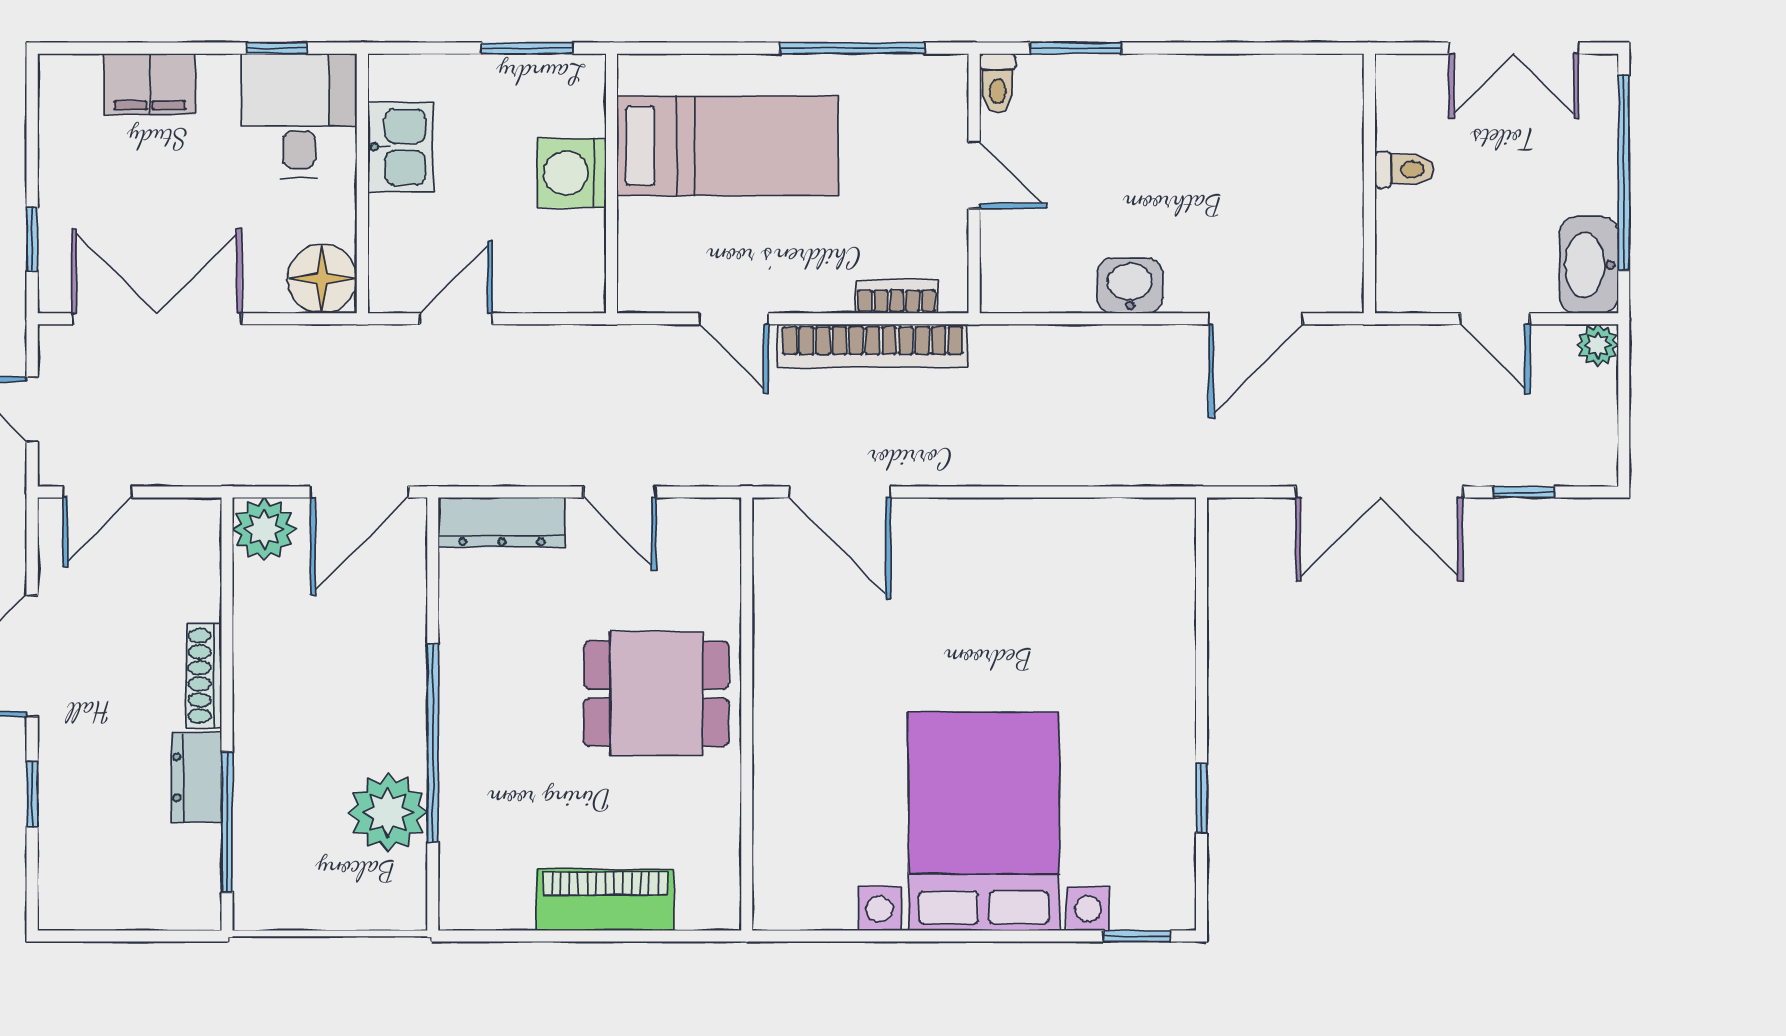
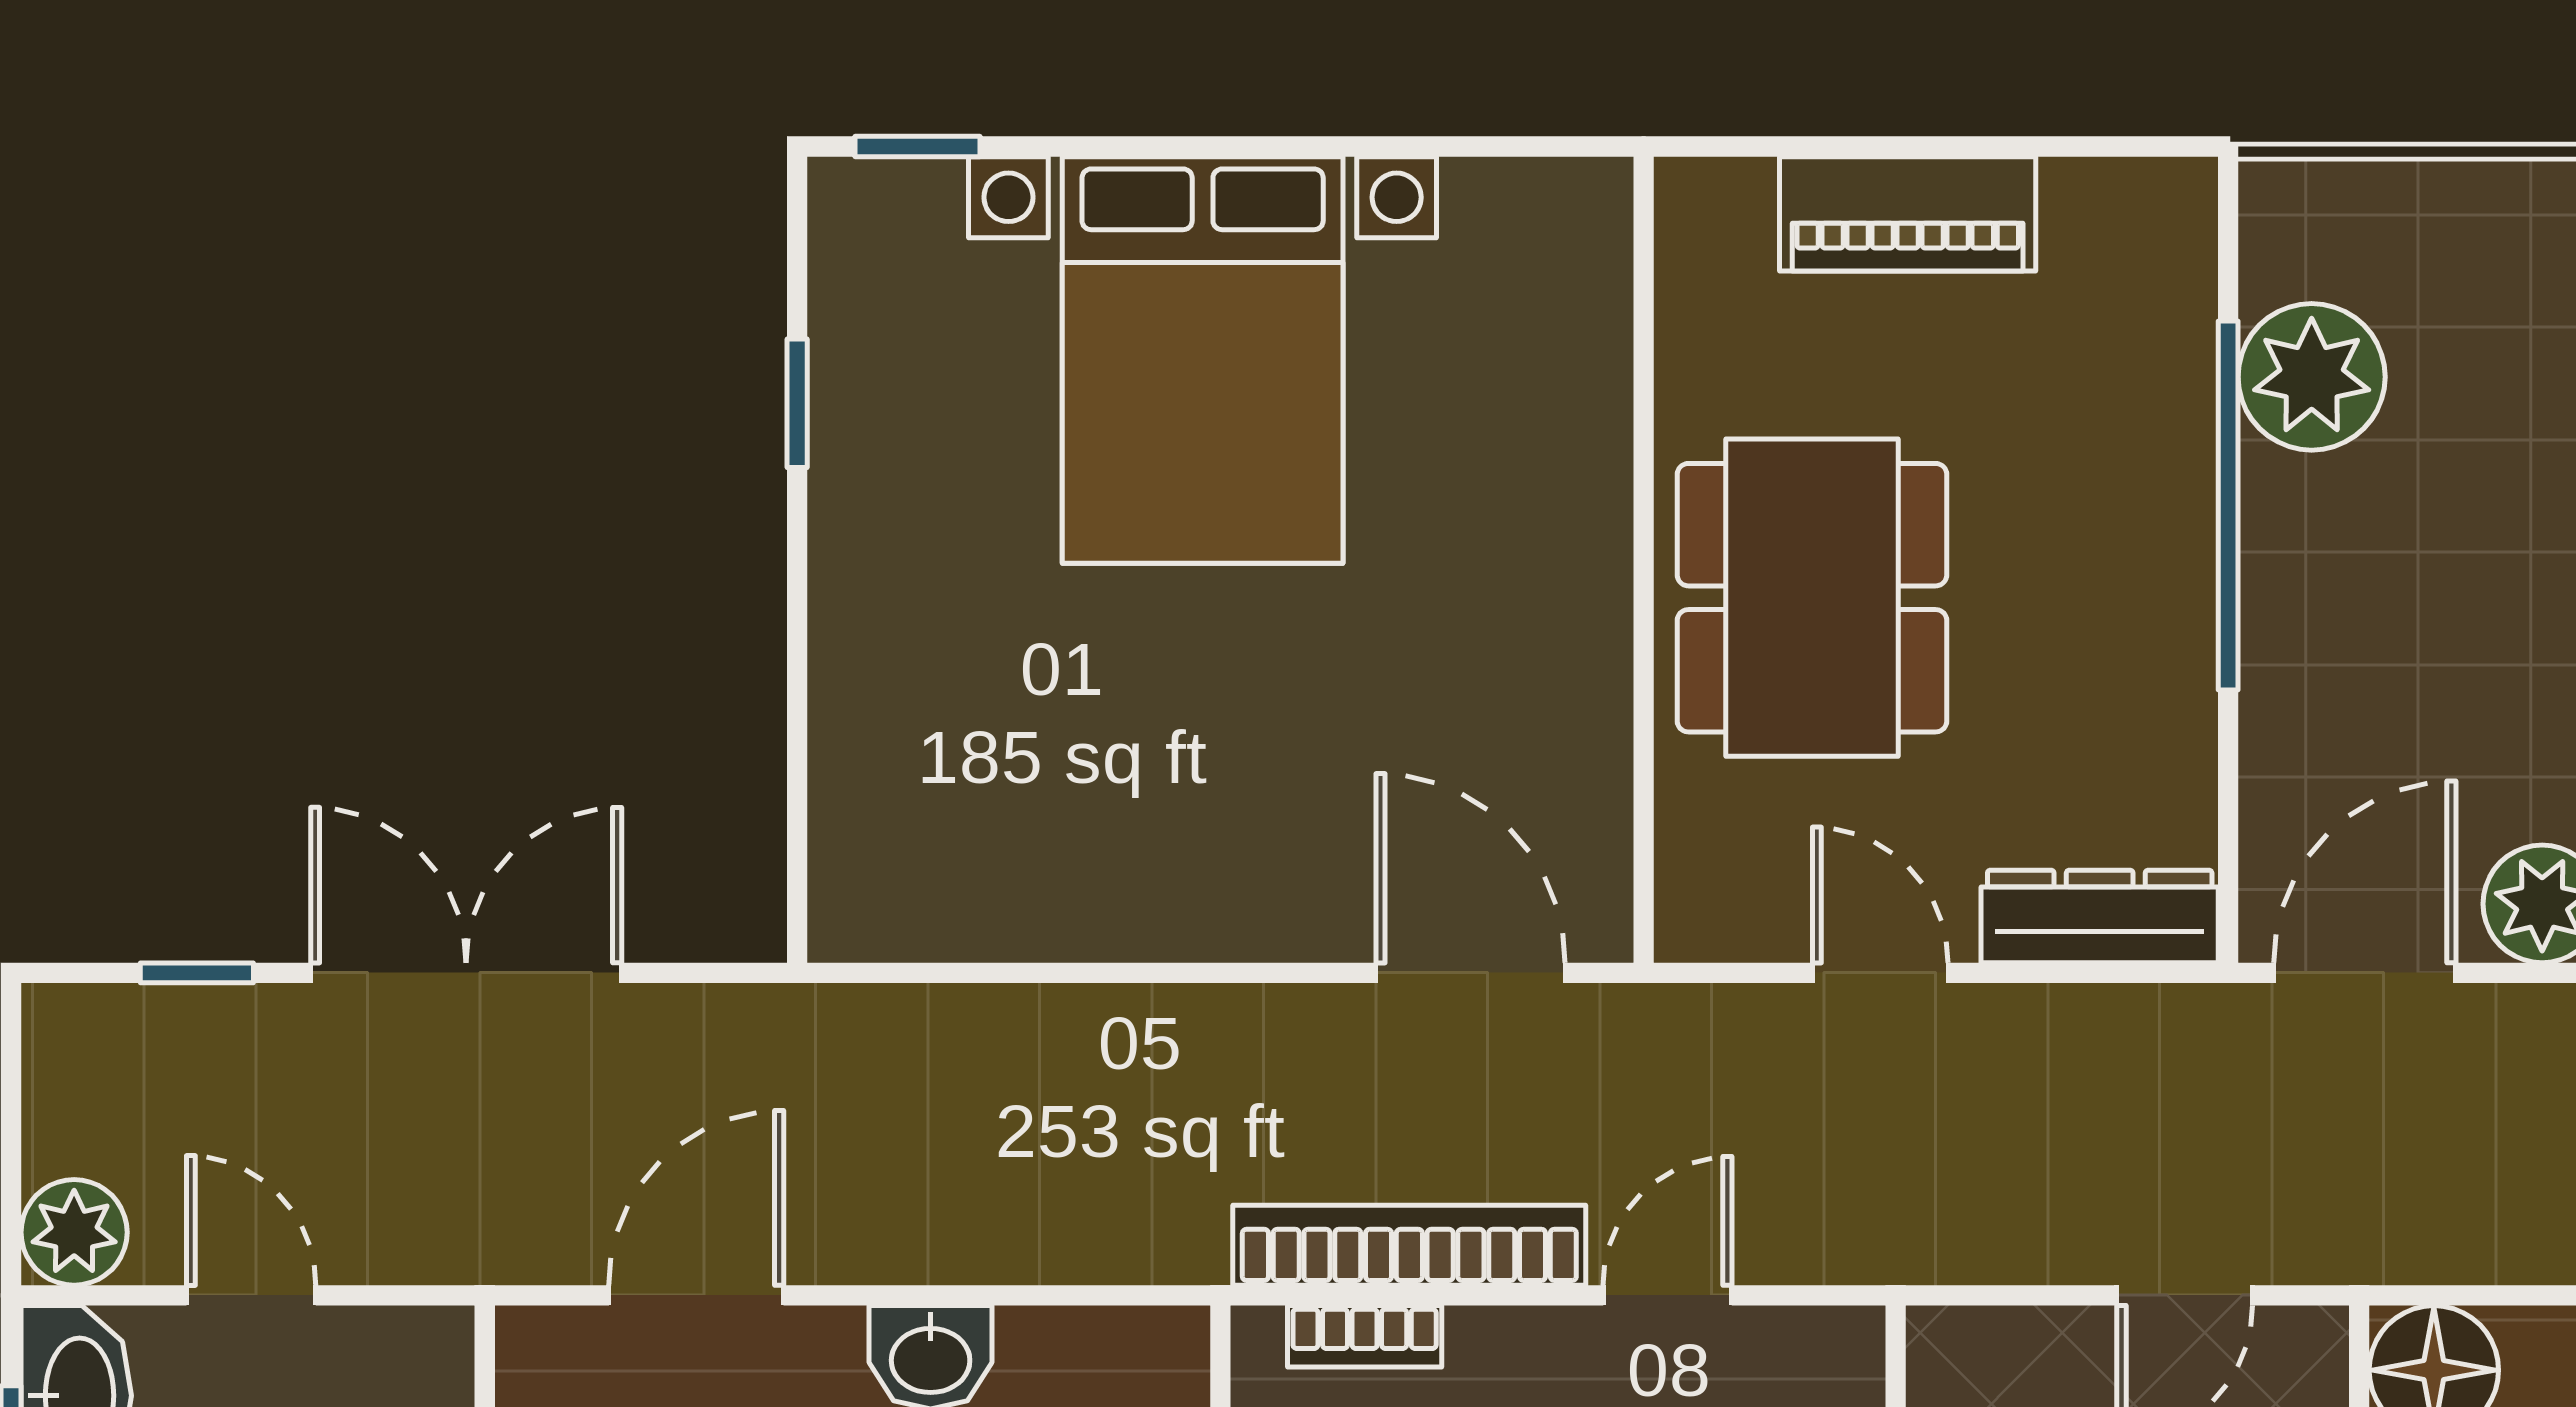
door: (734, 319) -> (1668, 1295), hinge flipped
plant: (1598, 345) -> (74, 1232), width x1.38, depth x1.38
dining table: (656, 694) -> (1812, 598), width x1.38

